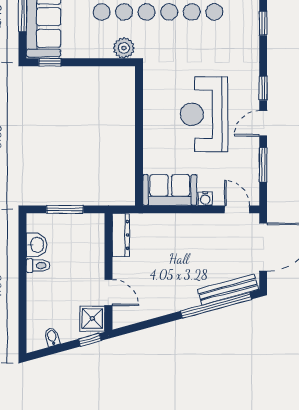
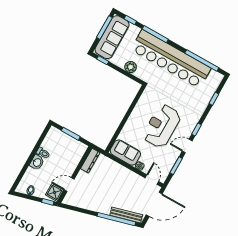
plant: (124, 48) -> (131, 67), moved
washbasin: (37, 245) -> (37, 162), moved
door: (108, 293) -> (69, 184), swing flipped

